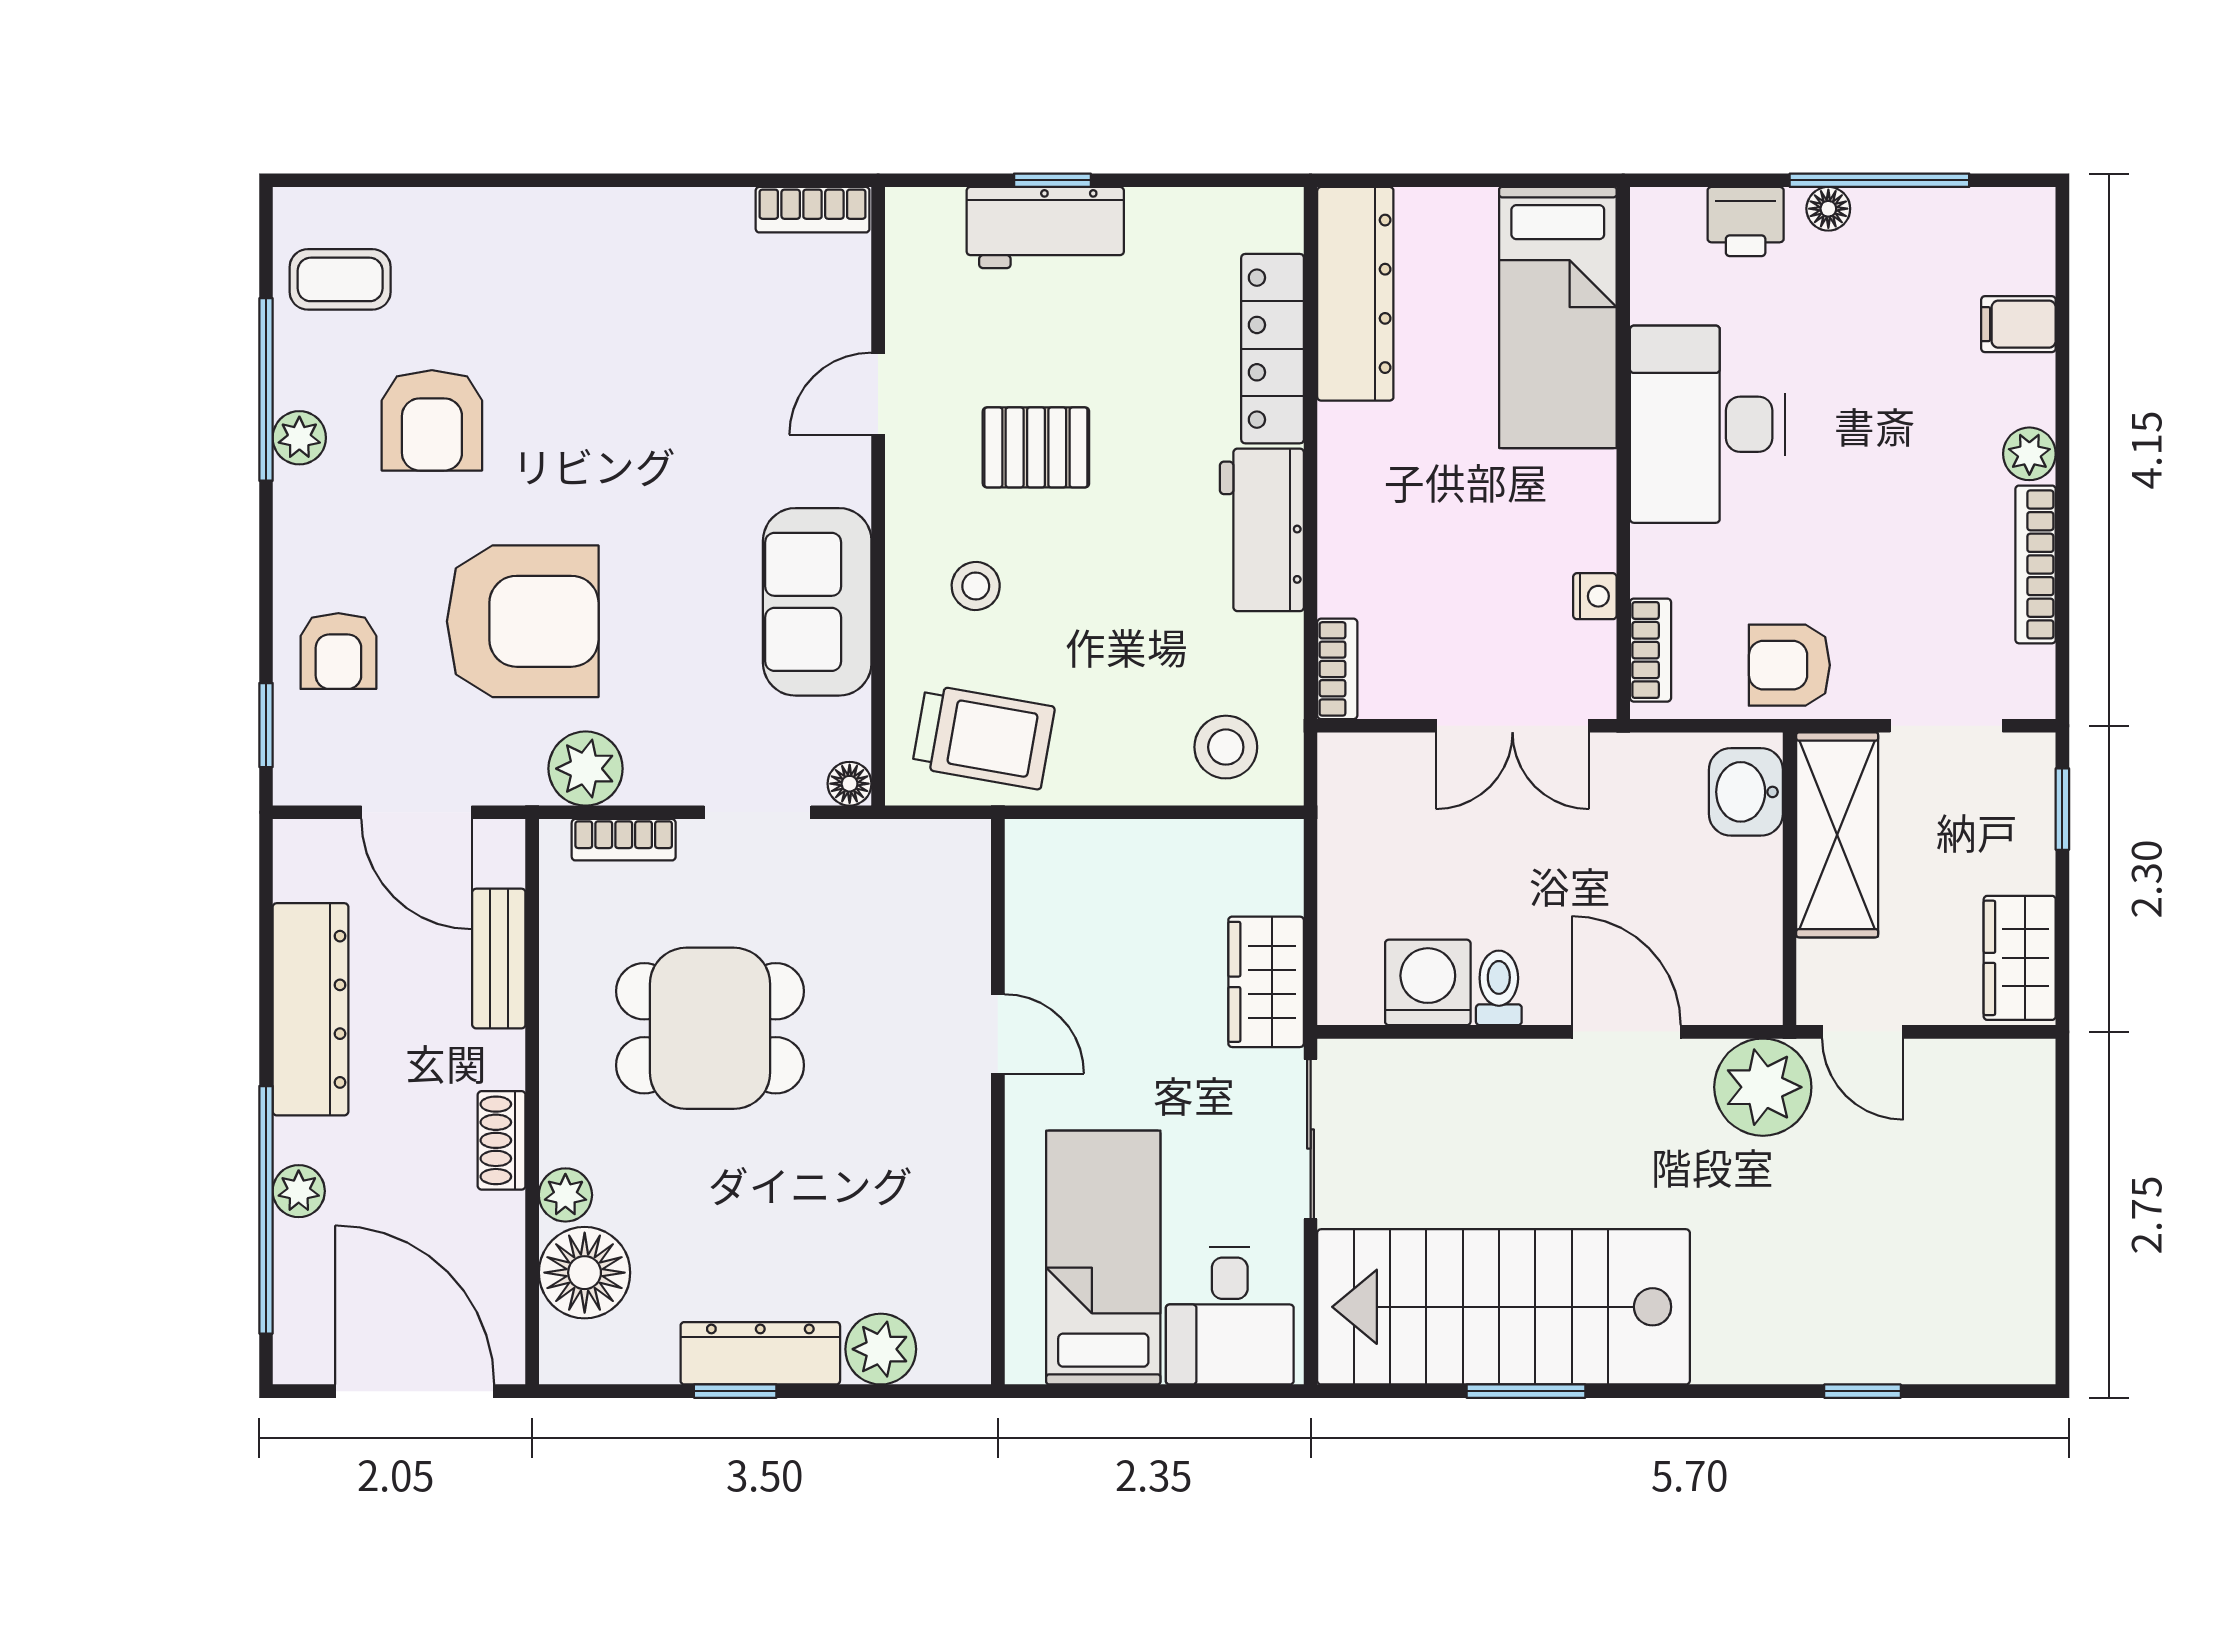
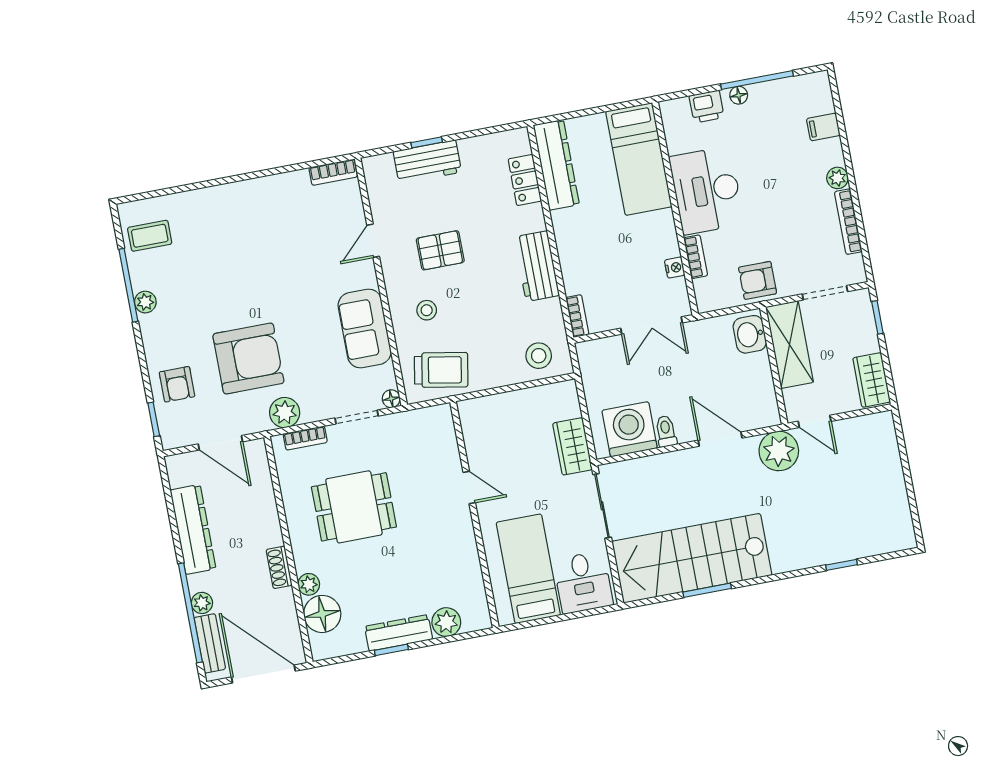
locker: (1273, 349) -> (525, 180), width x0.66
armchair: (432, 420) -> (197, 285), removed
bookcase: (1651, 650) -> (696, 257), moved
bench: (499, 959) -> (210, 643), moved
washing machine: (1428, 982) -> (630, 429), width x1.37, depth x1.37

